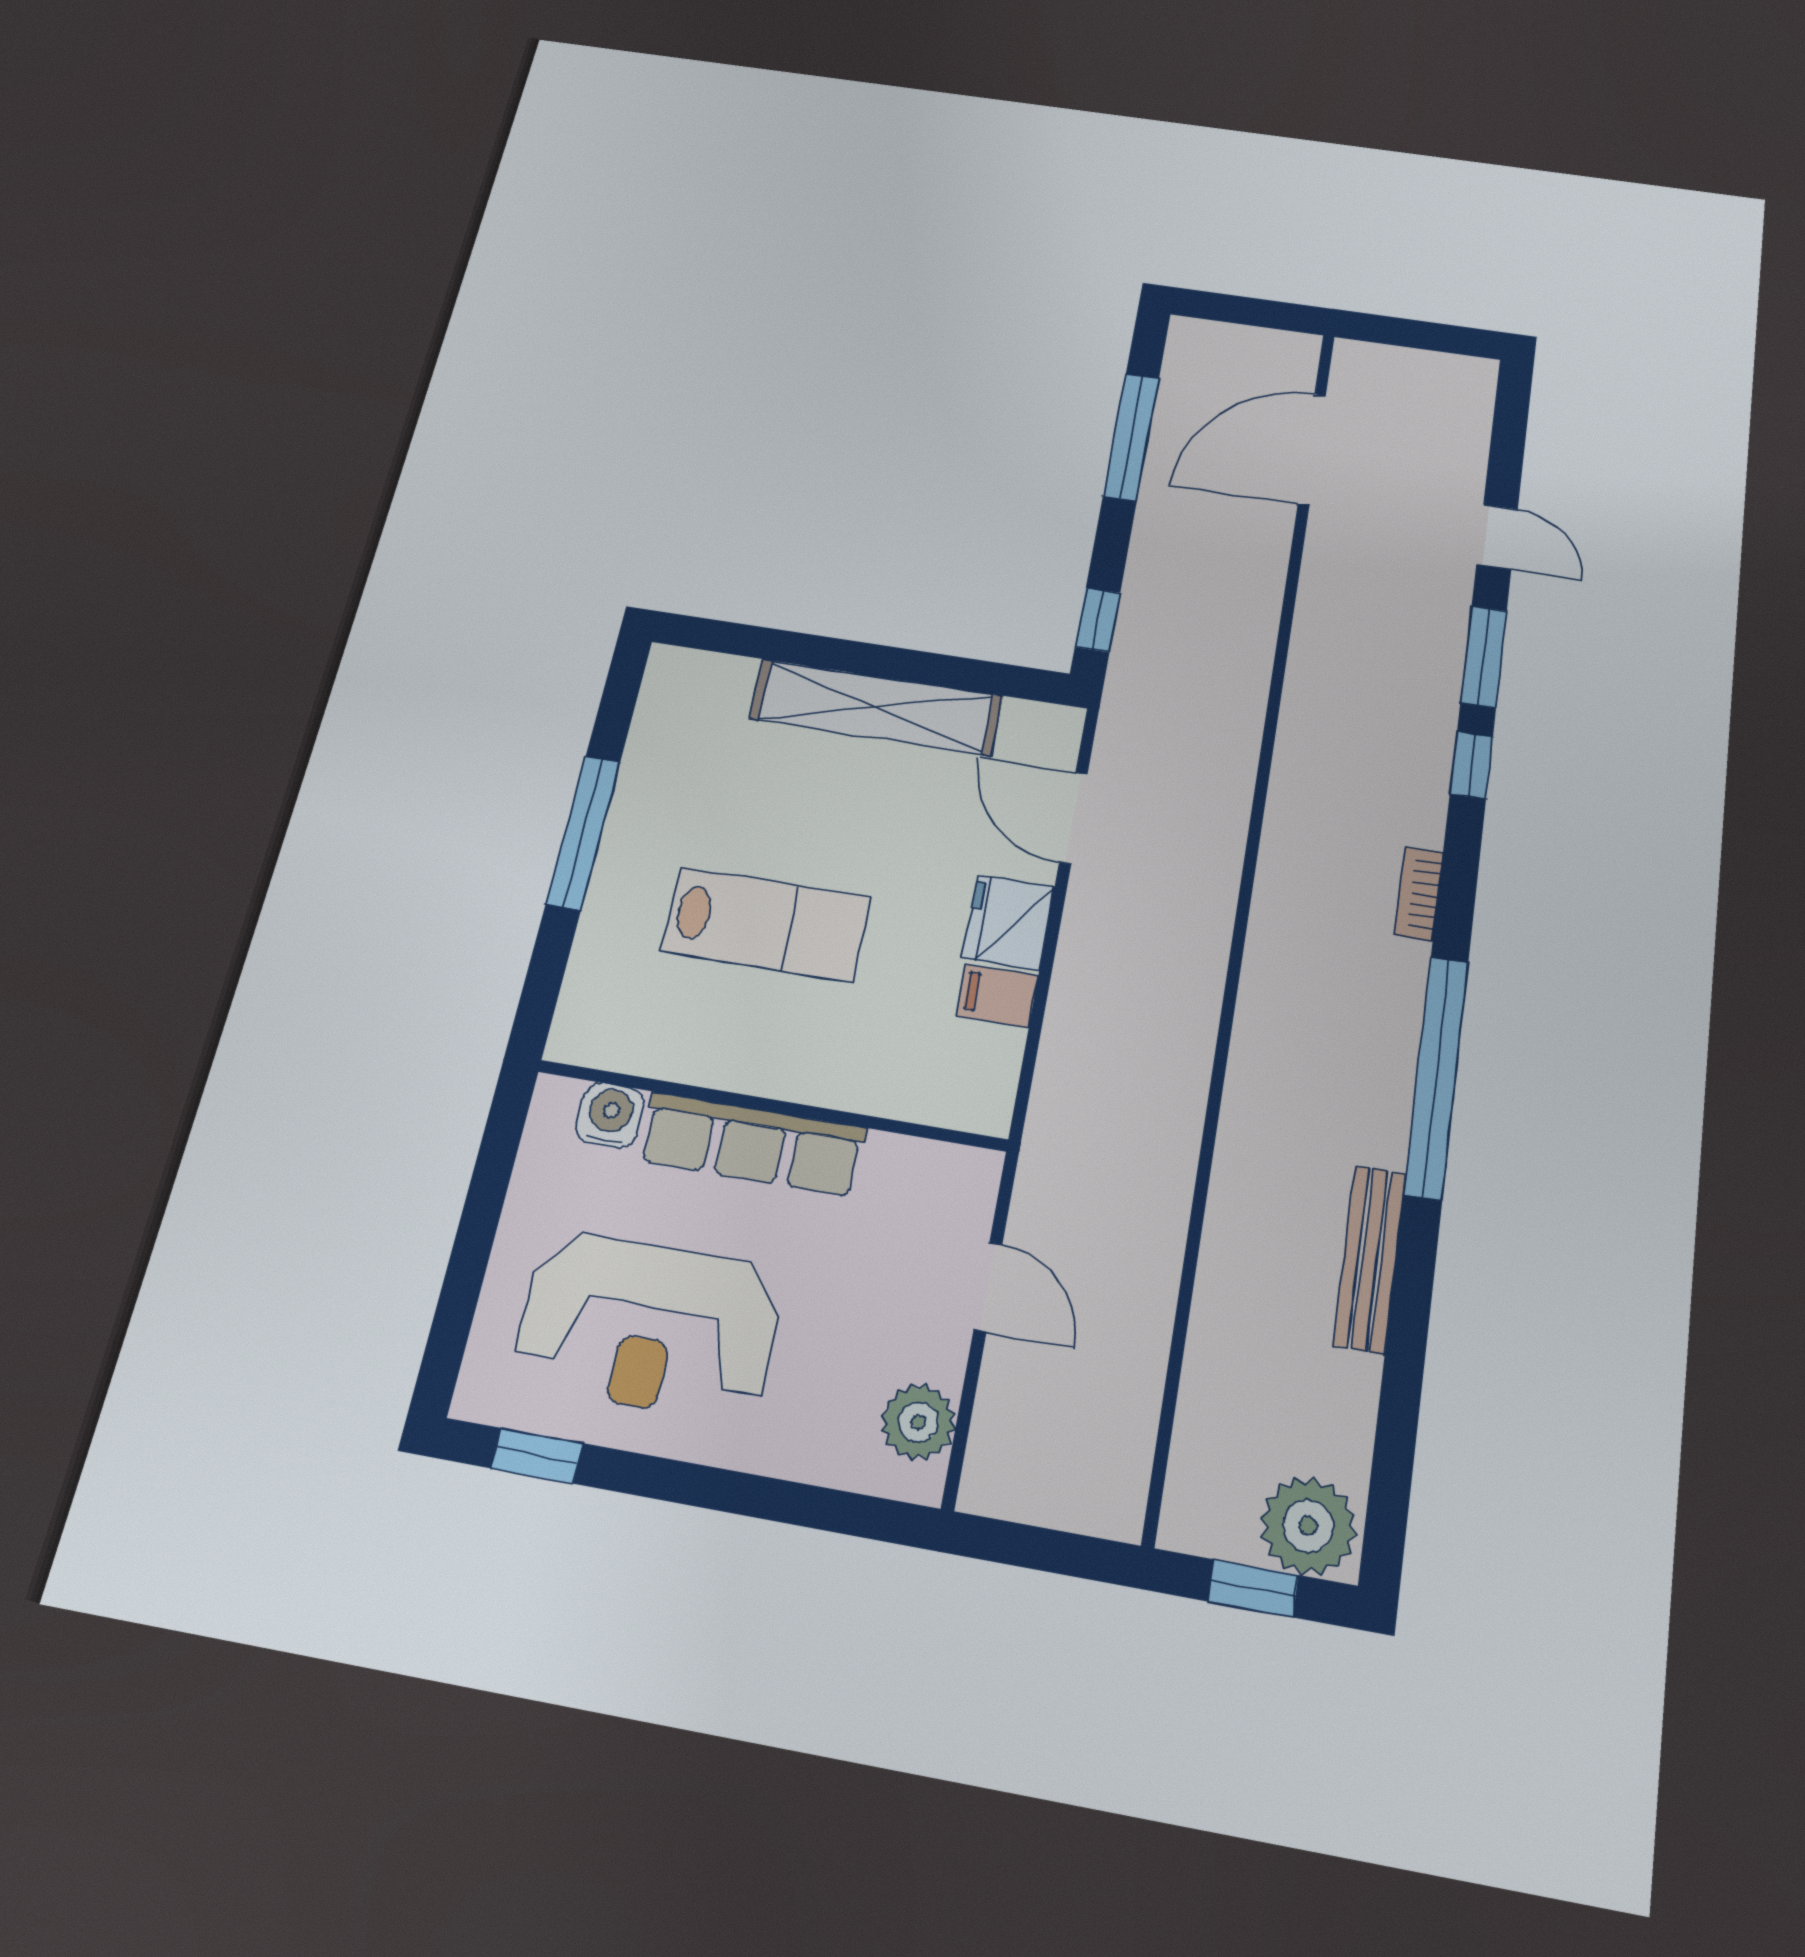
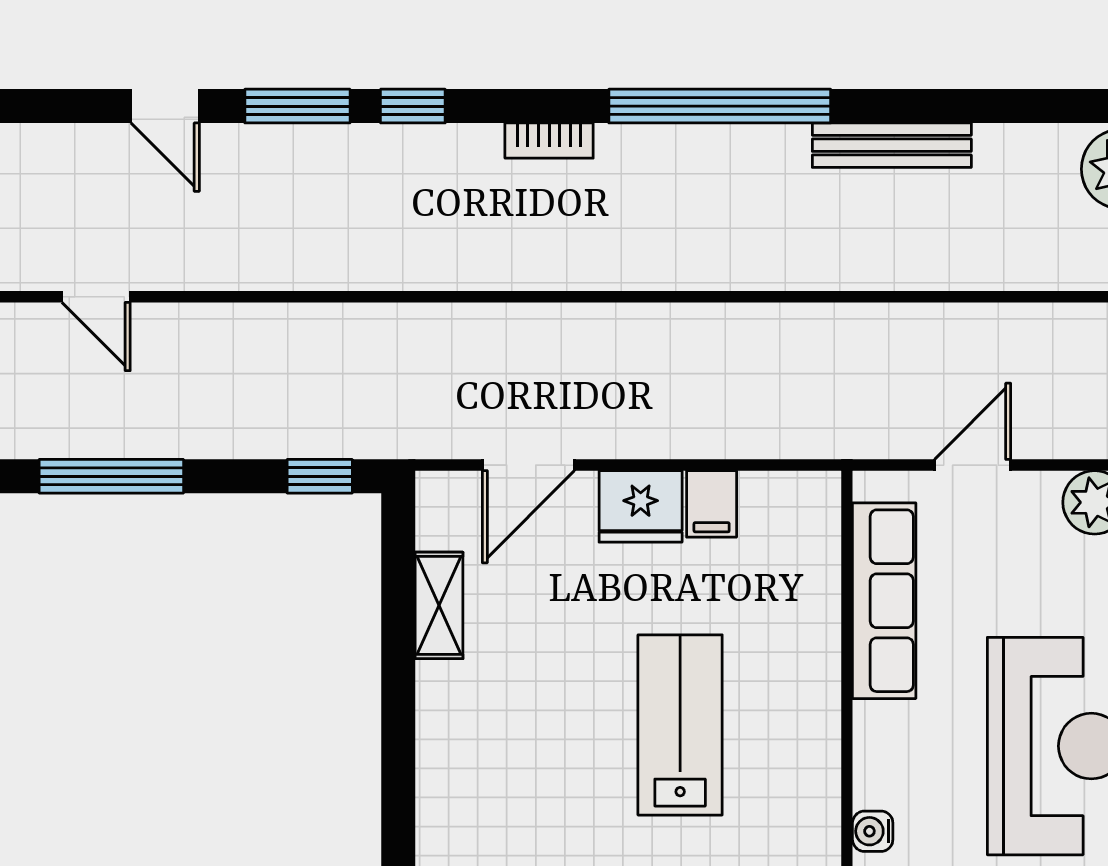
door: (1312, 449) -> (96, 297), width x0.53
door: (1497, 537) -> (165, 106), swing flipped
shelving: (876, 707) -> (439, 605), width x0.45, depth x0.75
water cooler: (610, 1115) -> (873, 831), width x0.72, depth x0.72
row of seats: (752, 1144) -> (884, 601), moved

